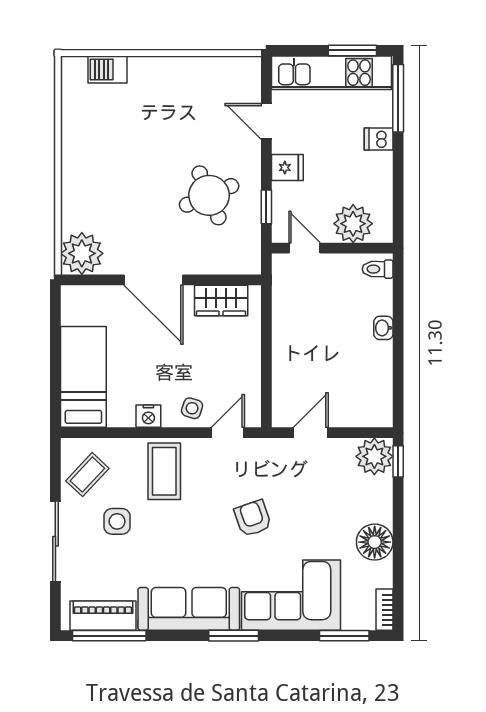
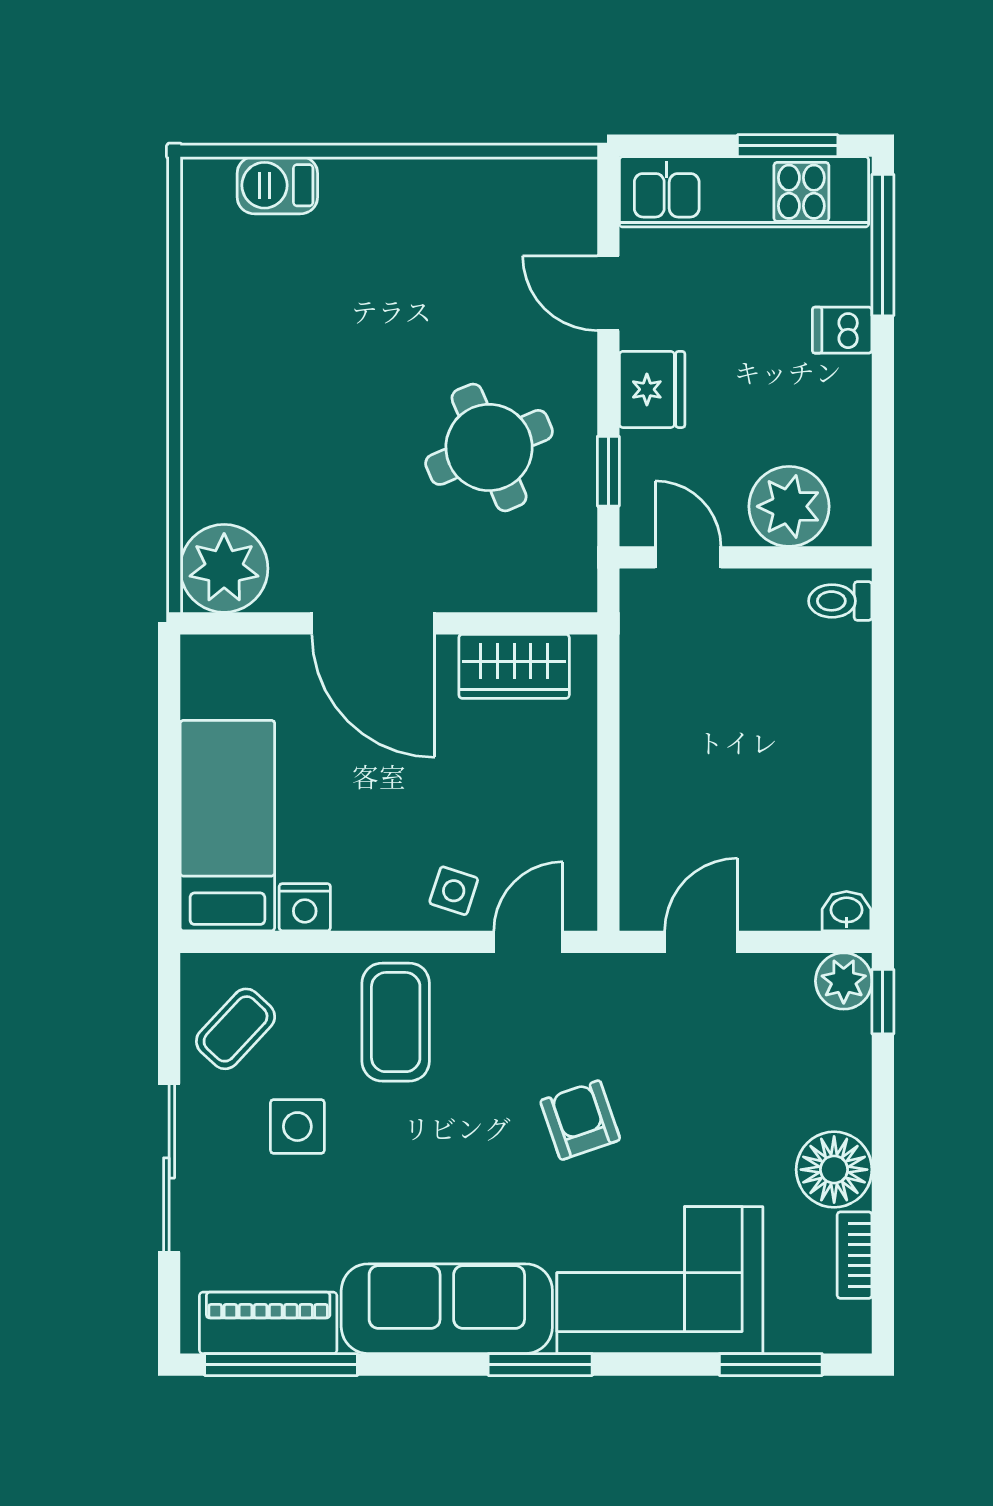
fridge: (287, 168) -> (652, 389), width x1.38
washbasin: (383, 328) -> (846, 911), moved, turned 90
nightstand: (148, 416) -> (305, 907), moved
plant: (374, 456) -> (844, 981), width x0.73, depth x0.73
bookcase: (385, 610) -> (855, 1255), moved

